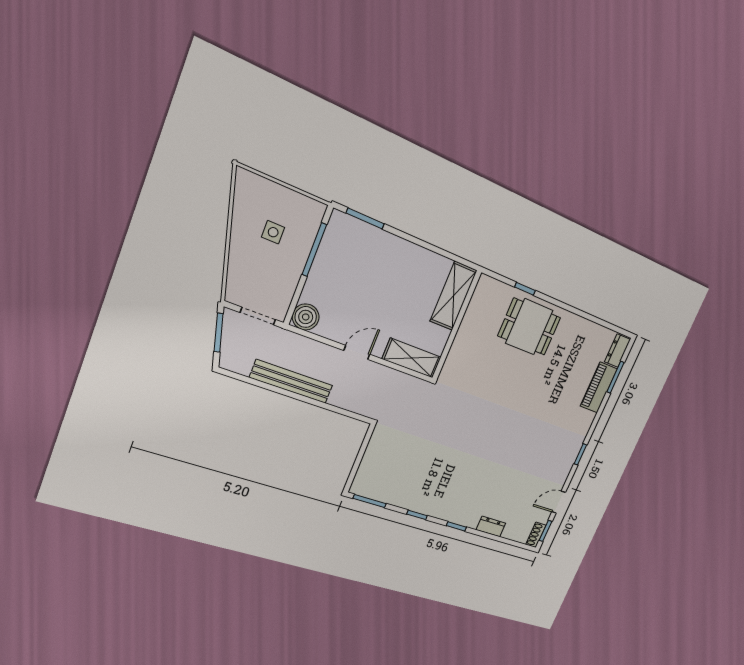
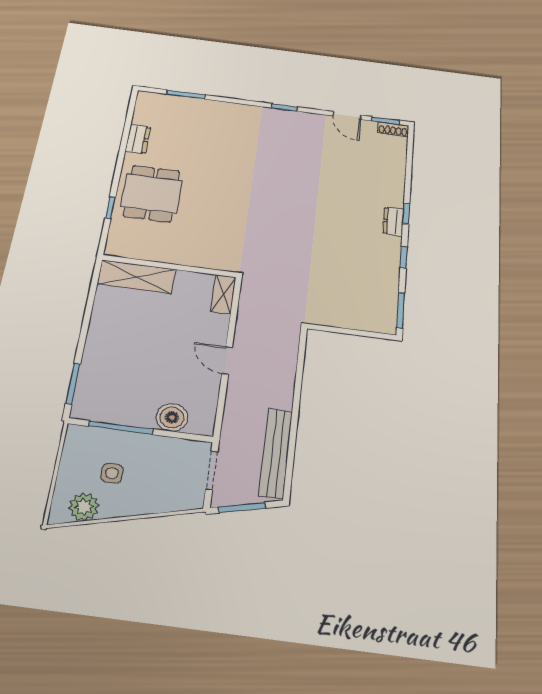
plant: (247, 201) -> (84, 507), added
boiler: (306, 317) -> (172, 417), moved
dresser: (617, 351) -> (138, 139), moved, turned -90
shelving: (412, 358) -> (223, 294), width x0.67, depth x0.75
bench: (291, 382) -> (276, 453), moved
piano: (599, 387) -> (202, 108), removed
dresser: (491, 527) -> (393, 222), moved

